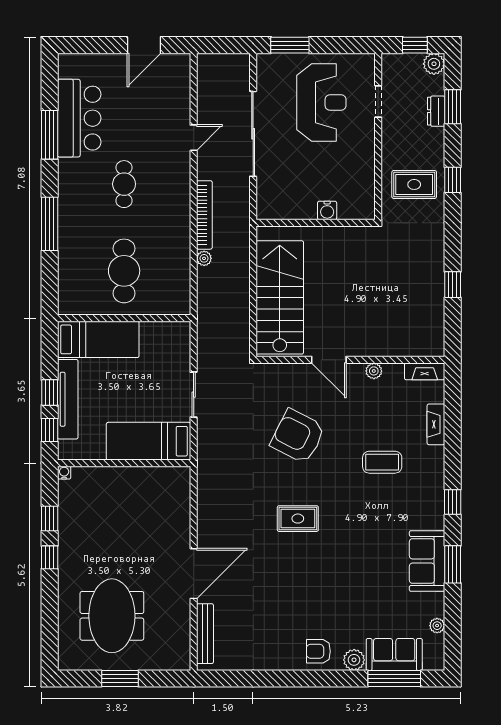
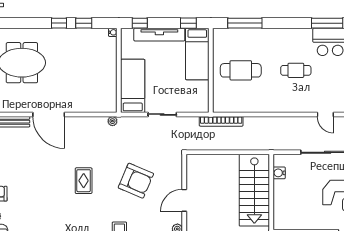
water cooler: (327, 210) -> (279, 173), moved
bookcase: (204, 215) -> (221, 121), moved
window: (50, 224) -> (245, 23), moved
plant: (204, 258) -> (112, 121), moved
stairs: (280, 297) -> (254, 190), moved, turned 90
window: (50, 392) -> (188, 23), moved
armchair: (298, 436) -> (136, 181), turned 86

